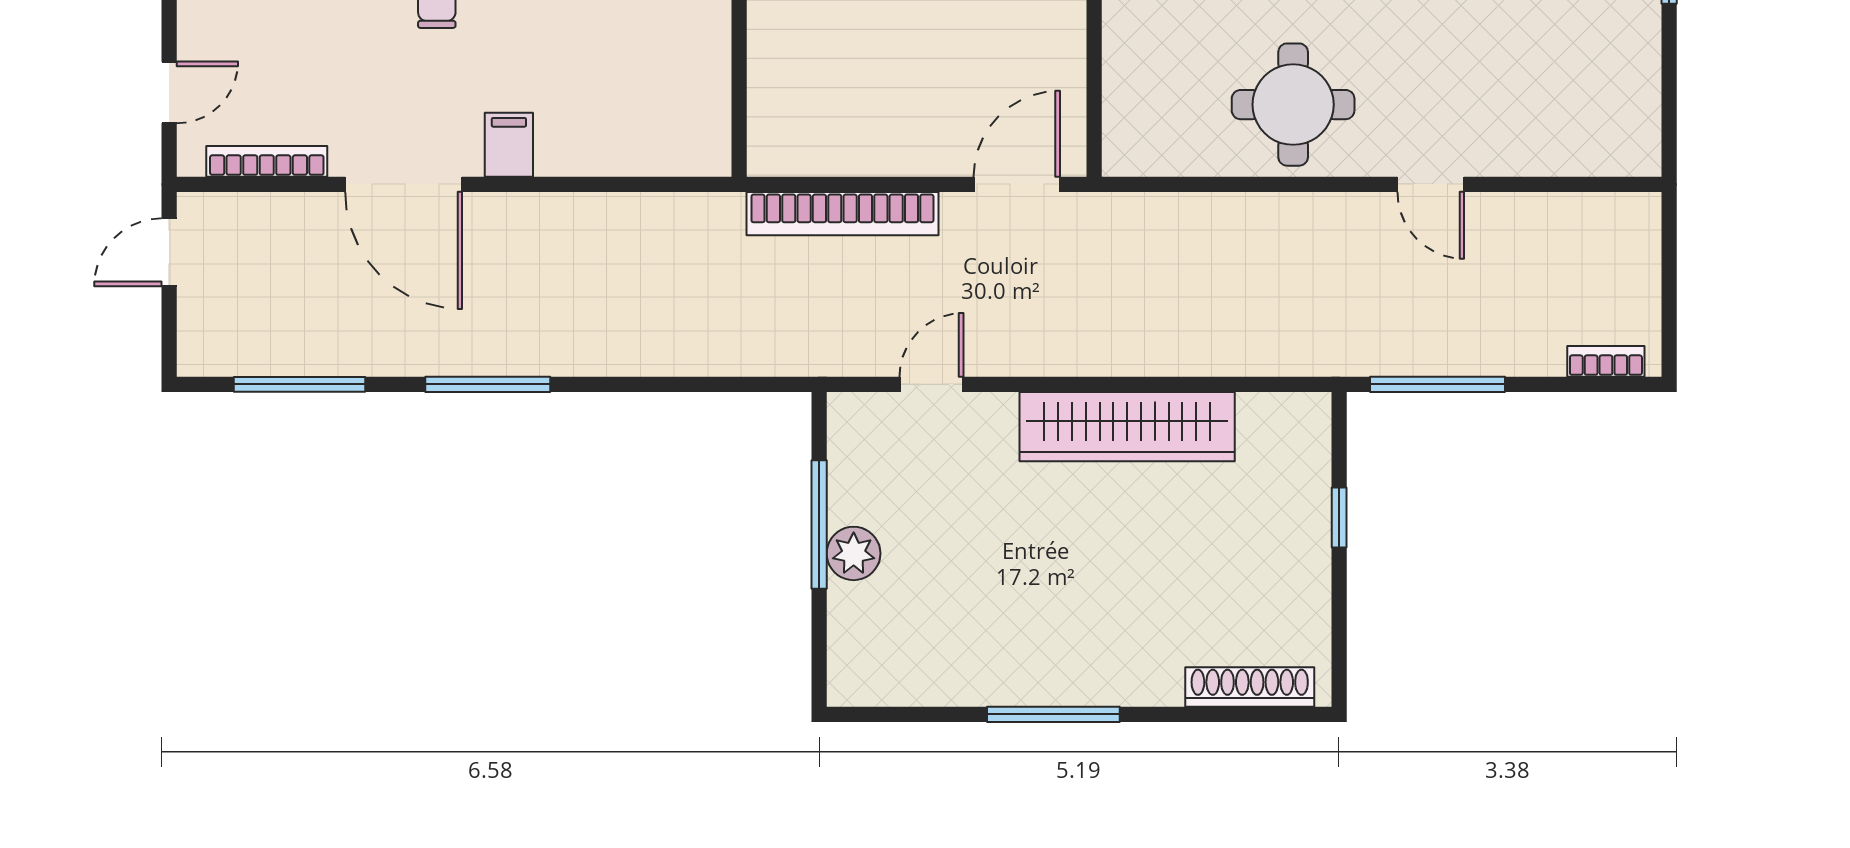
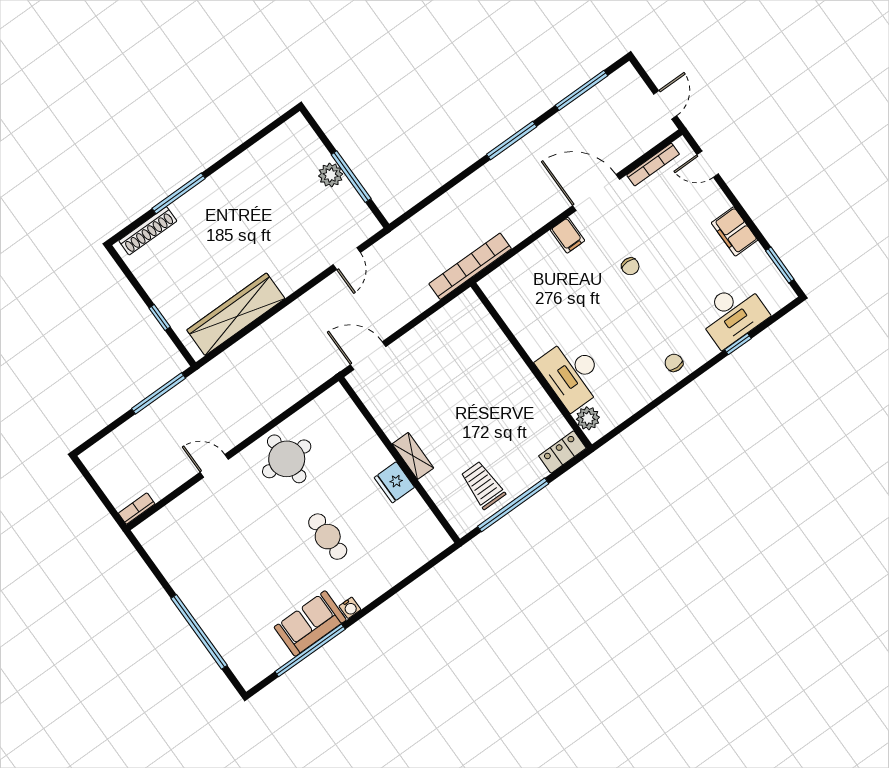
door: (169, 92) -> (708, 164), hinge flipped
door: (1017, 184) -> (368, 356), swing flipped
bookcase: (842, 214) -> (470, 266), moved
bookcase: (1606, 361) -> (137, 509), moved, turned 180
wardrobe: (1127, 427) -> (236, 314), moved
window: (1053, 714) -> (179, 193), moved

